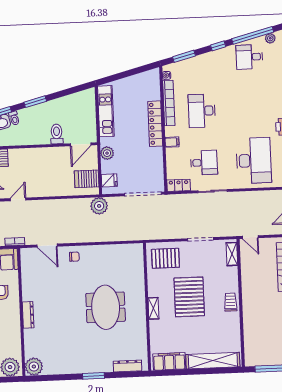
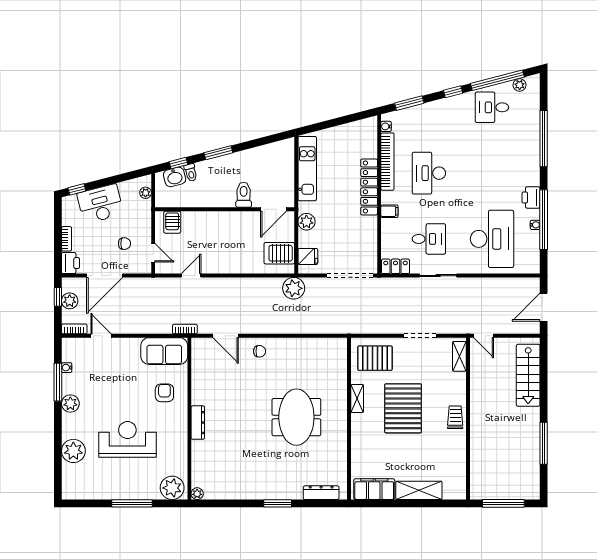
shelving: (153, 308) -> (357, 398), moved
shelving: (213, 361) -> (419, 490), width x0.68
plant: (34, 367) -> (197, 494), width x0.53, depth x0.53

